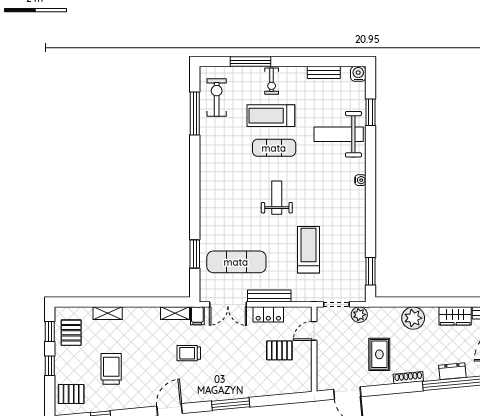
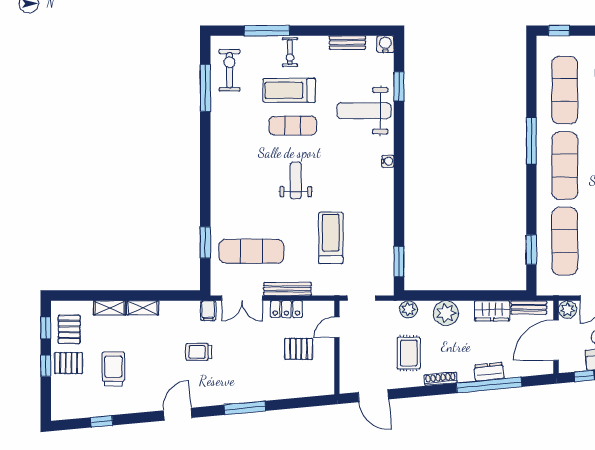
shelving: (175, 313) -> (143, 308), moved
plant: (359, 315) -> (408, 309), moved
pallet: (71, 394) -> (69, 363), moved

